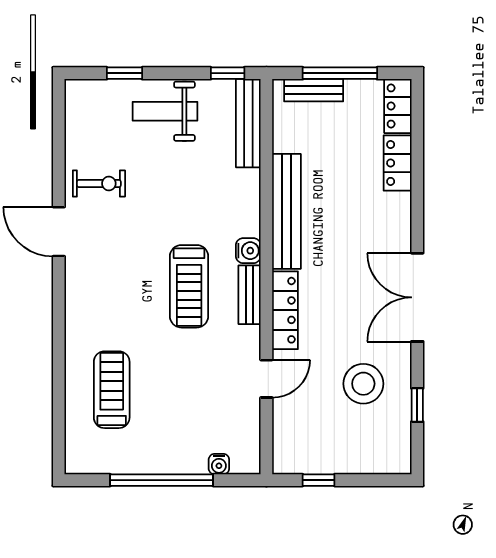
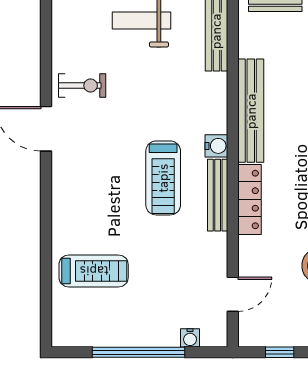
bench: (250, 295) -> (218, 195), width x1.36
door: (266, 379) -> (233, 294), moved
treadmill: (112, 390) -> (94, 271), turned 90

